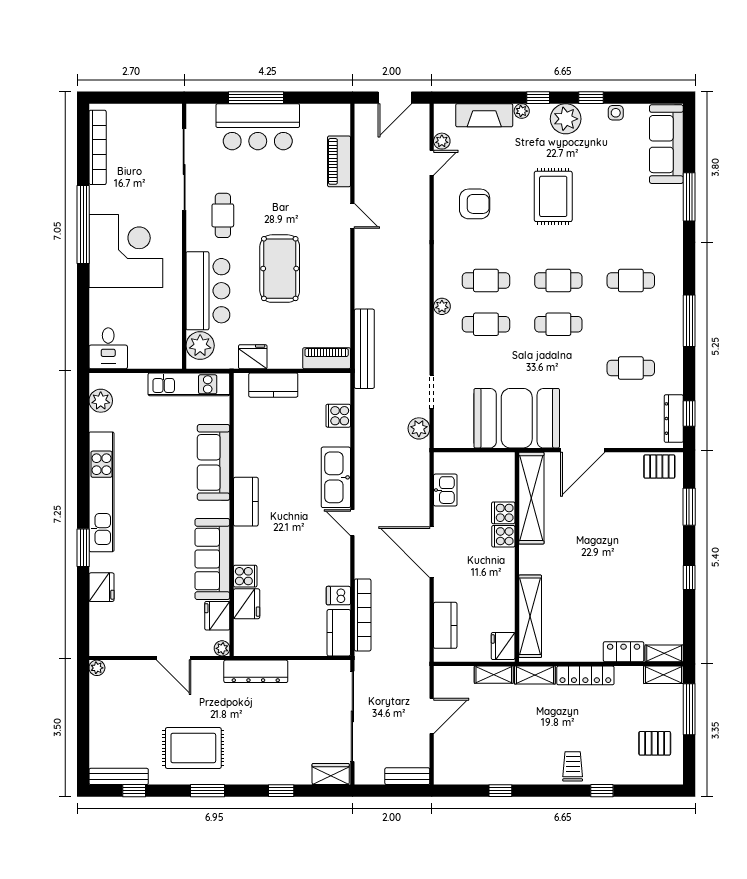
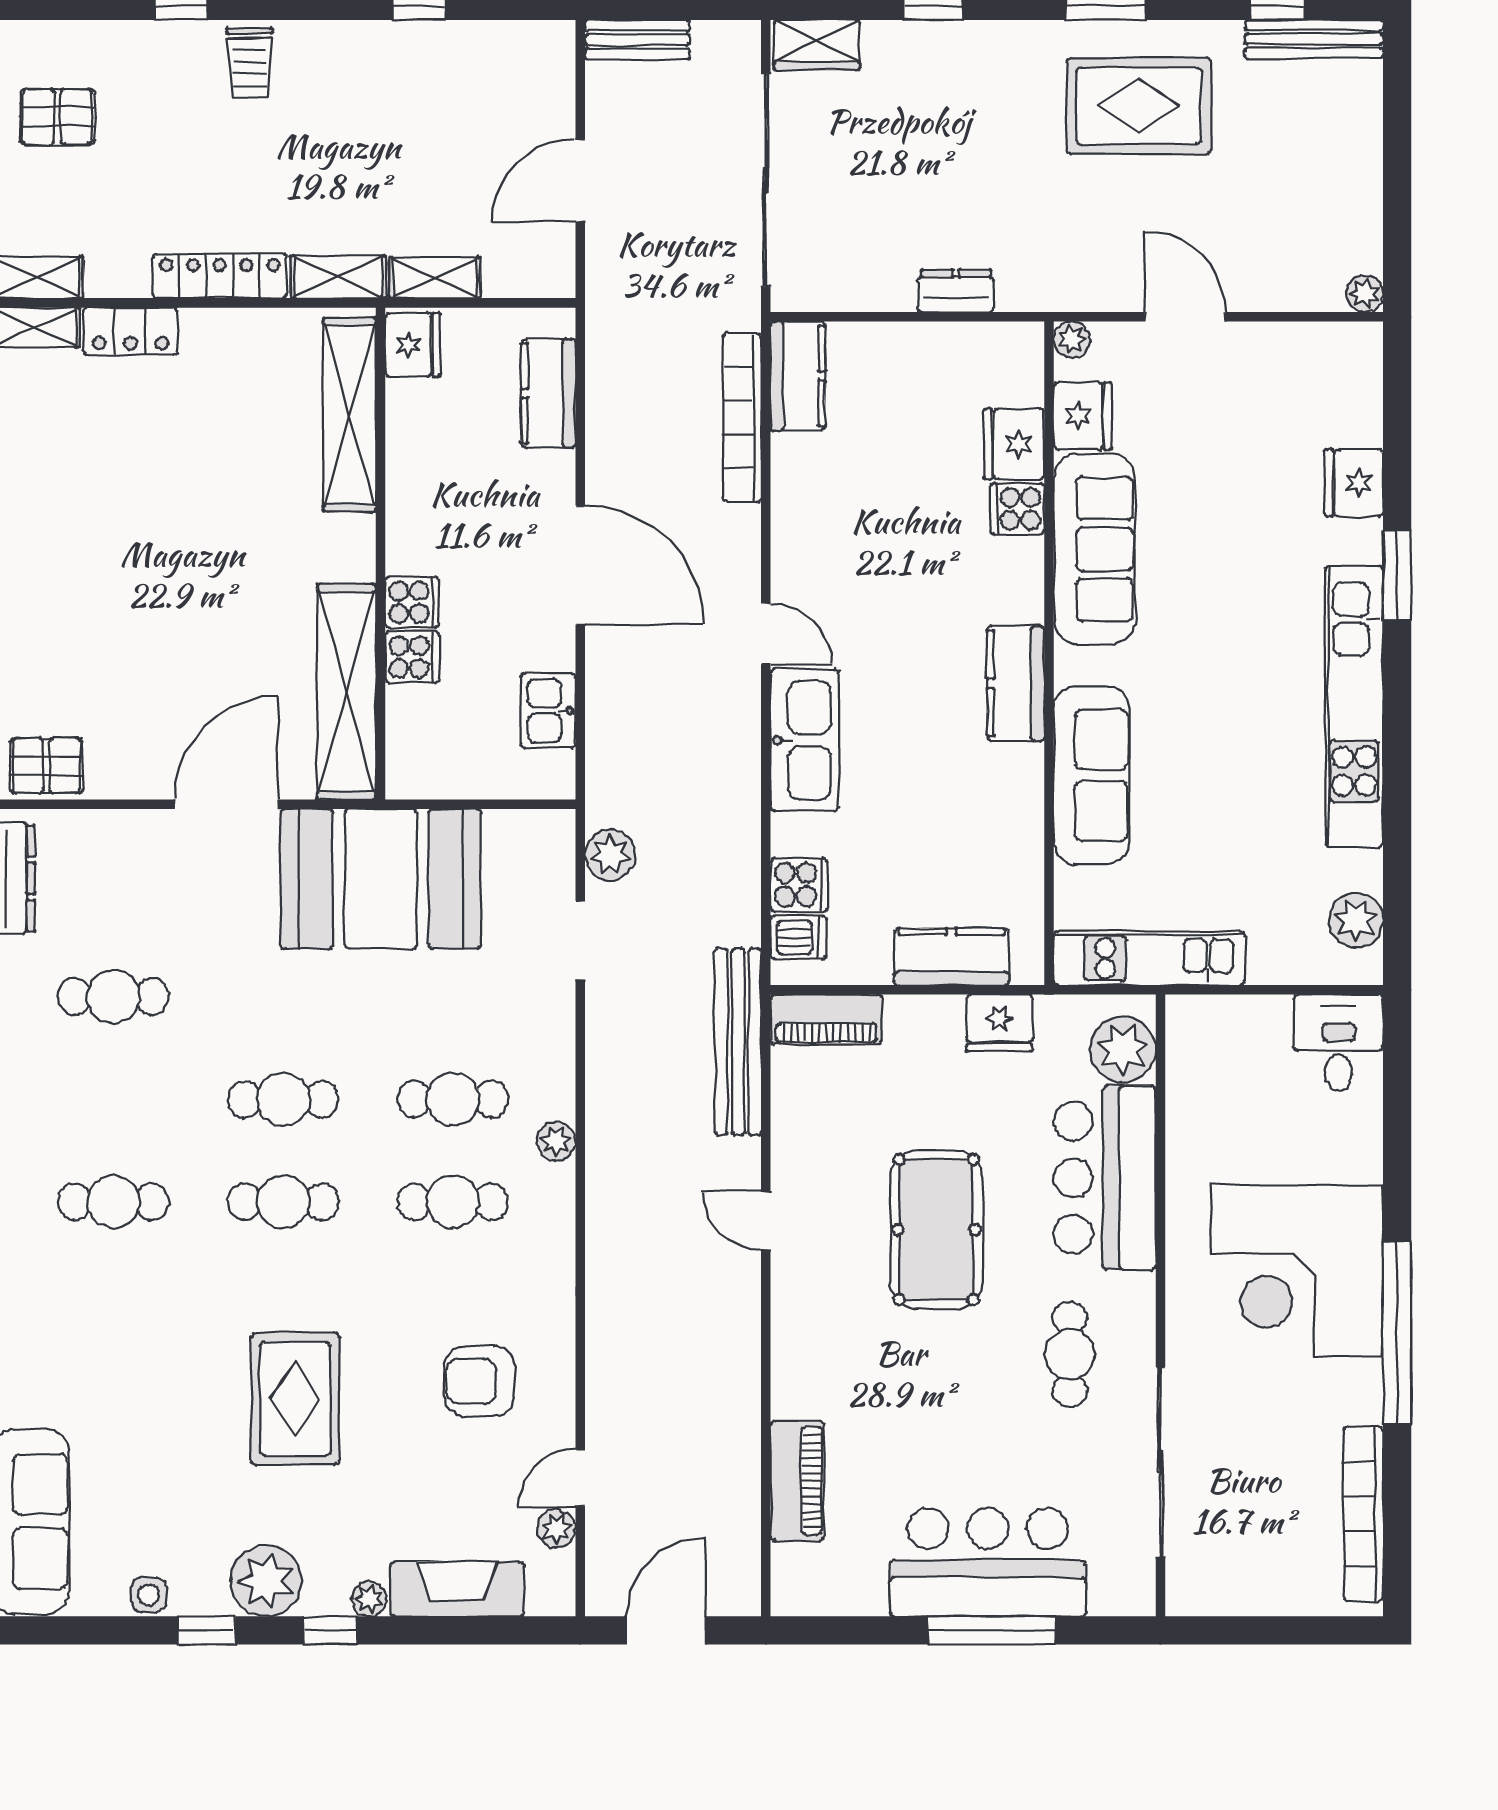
door: (352, 216) -> (766, 1221), moved
dishwasher: (338, 596) -> (799, 937), moved
dresser: (256, 671) -> (956, 291), width x0.51, depth x0.80

